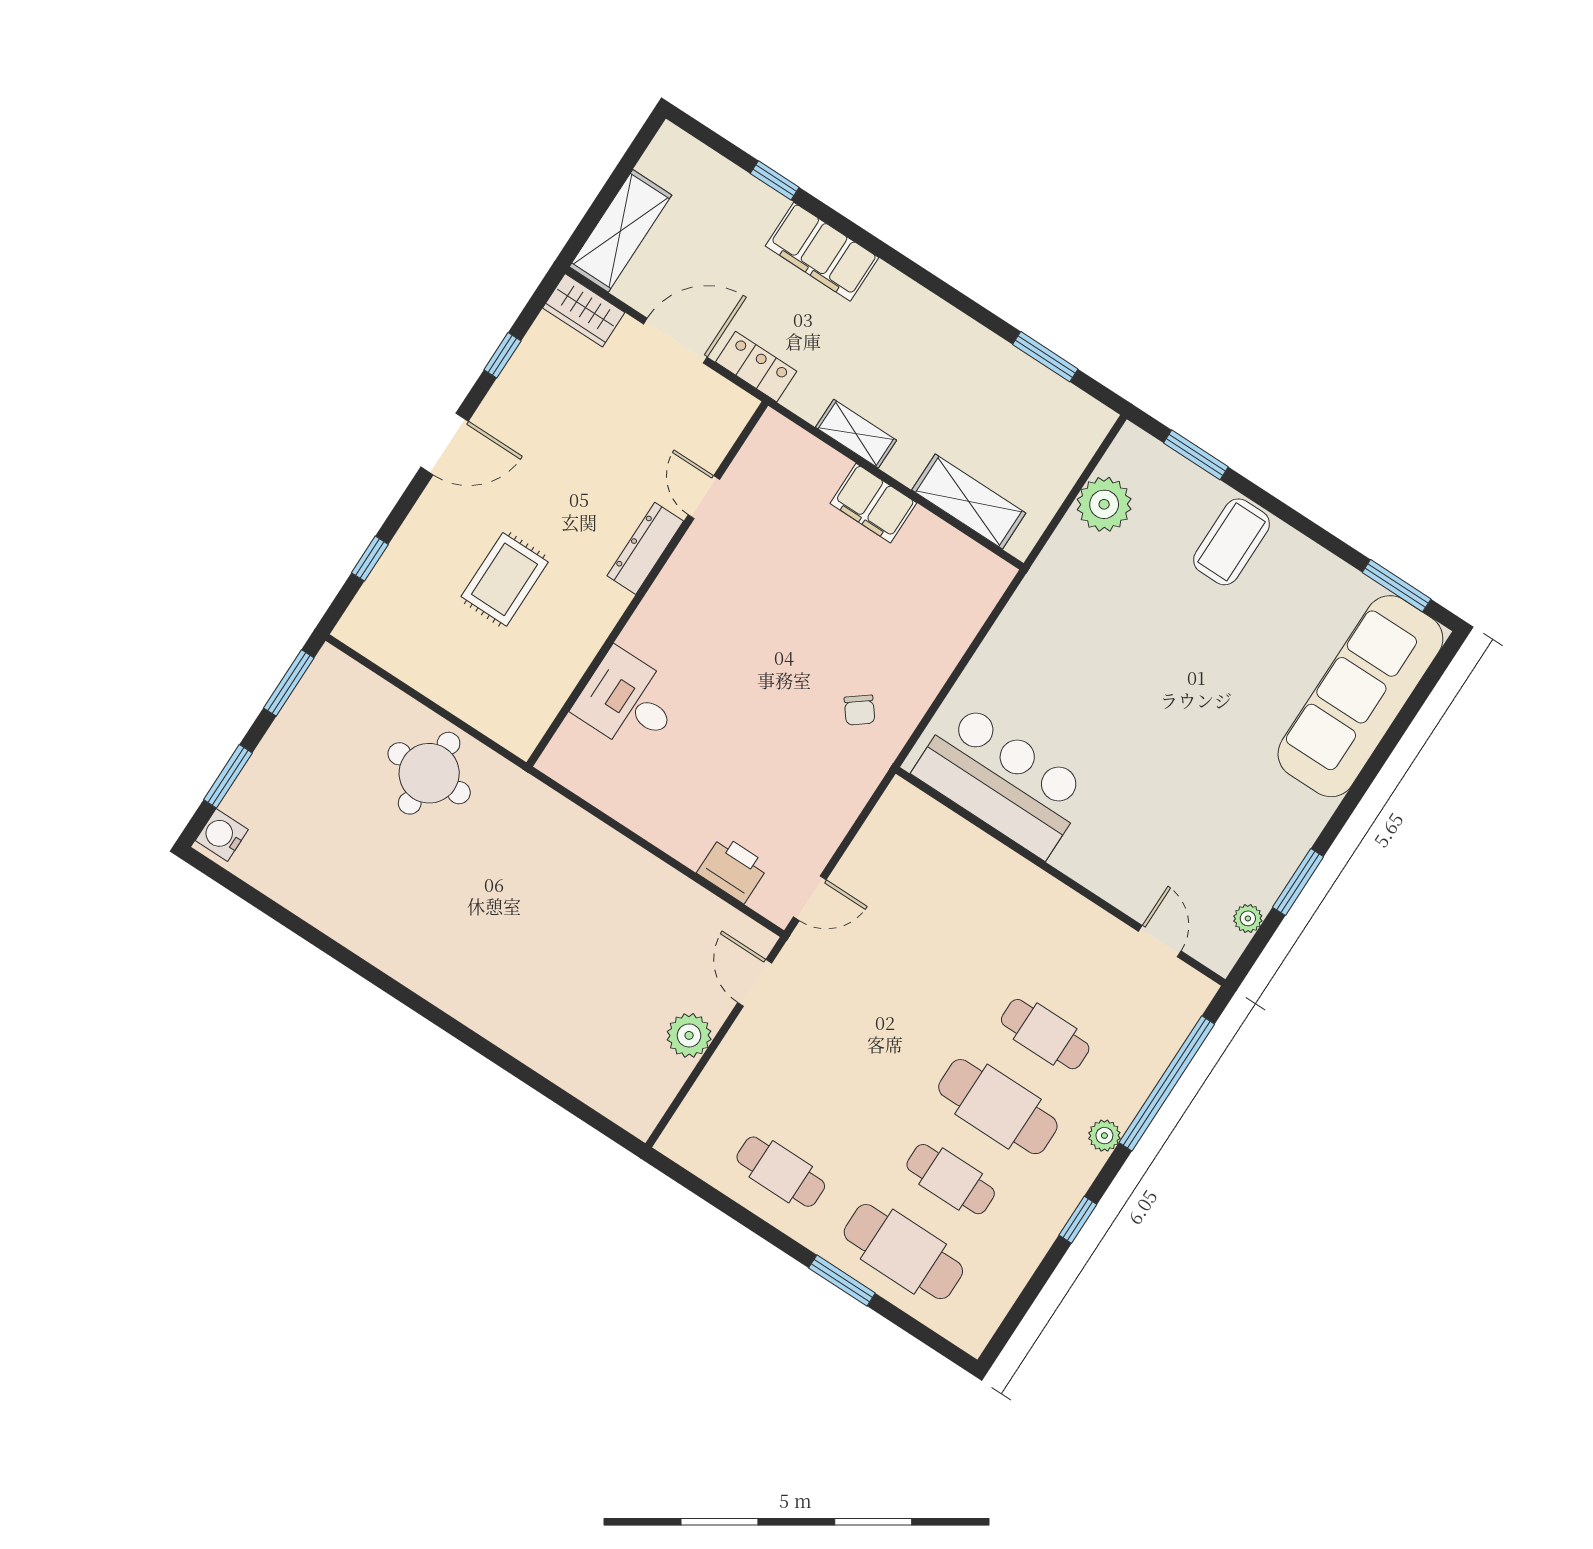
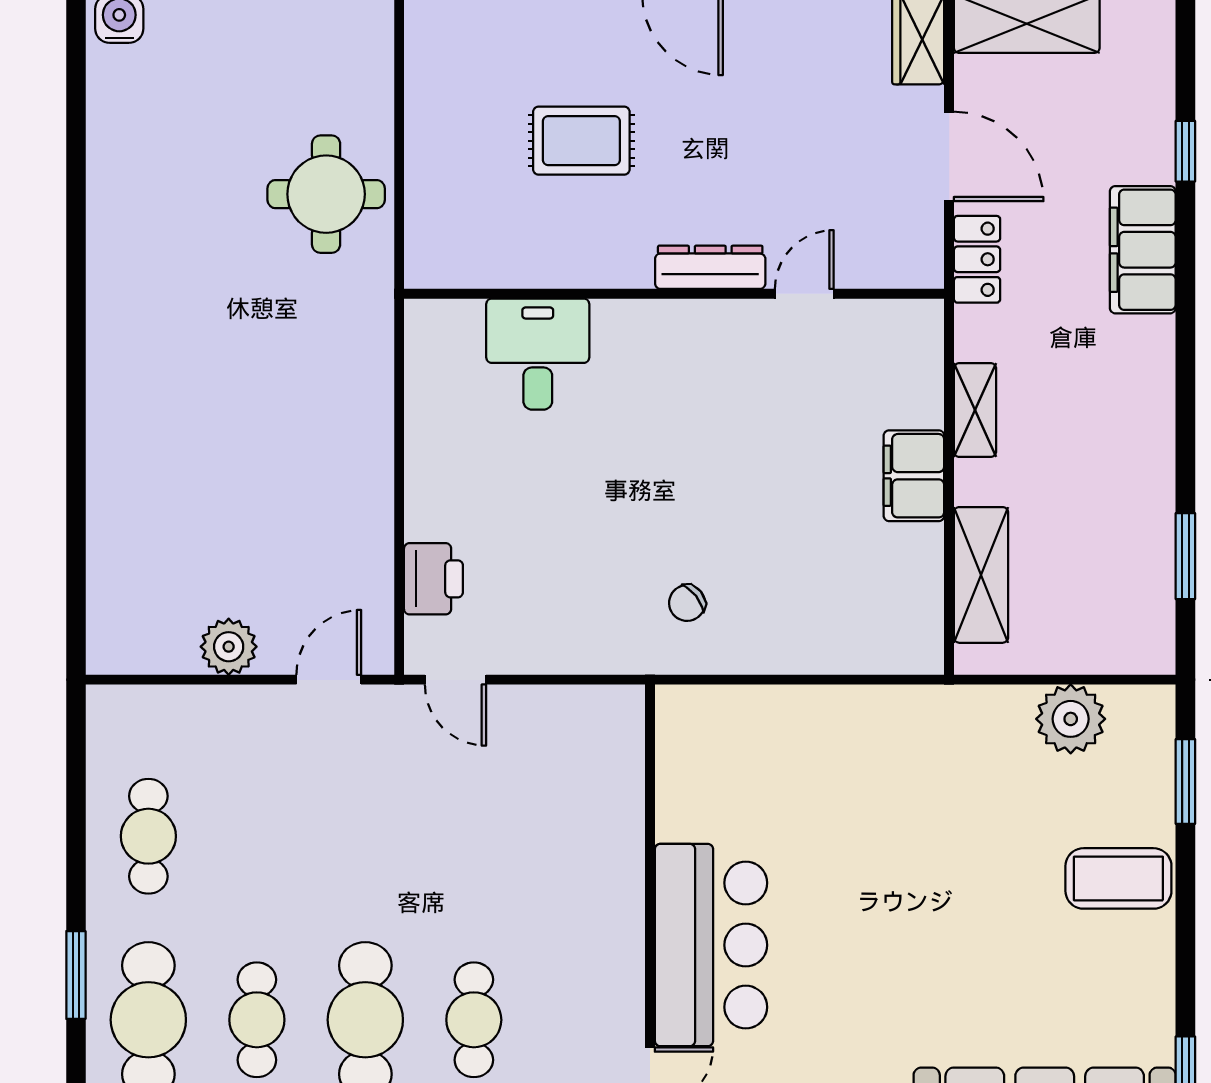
bar counter: (1002, 780) -> (711, 945), moved

